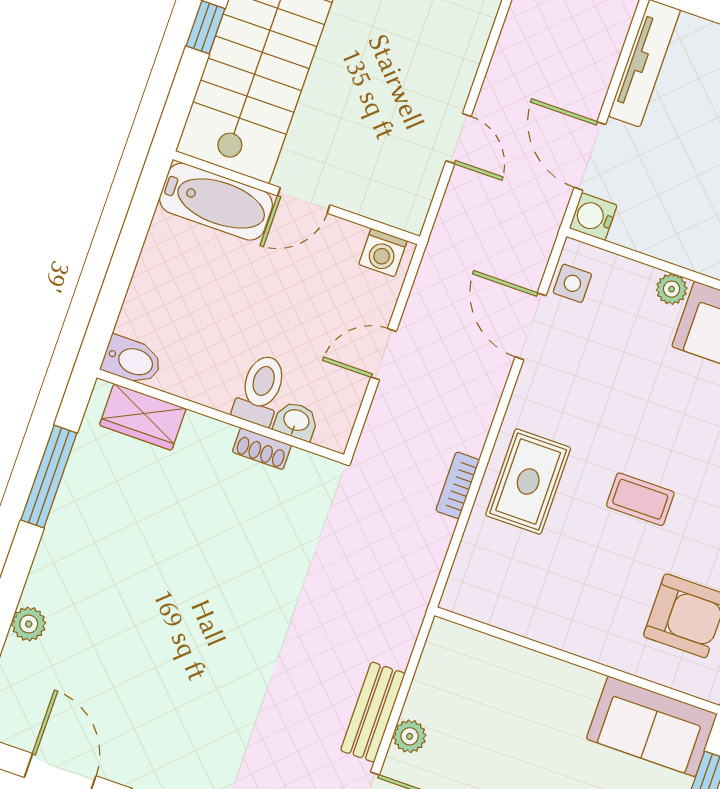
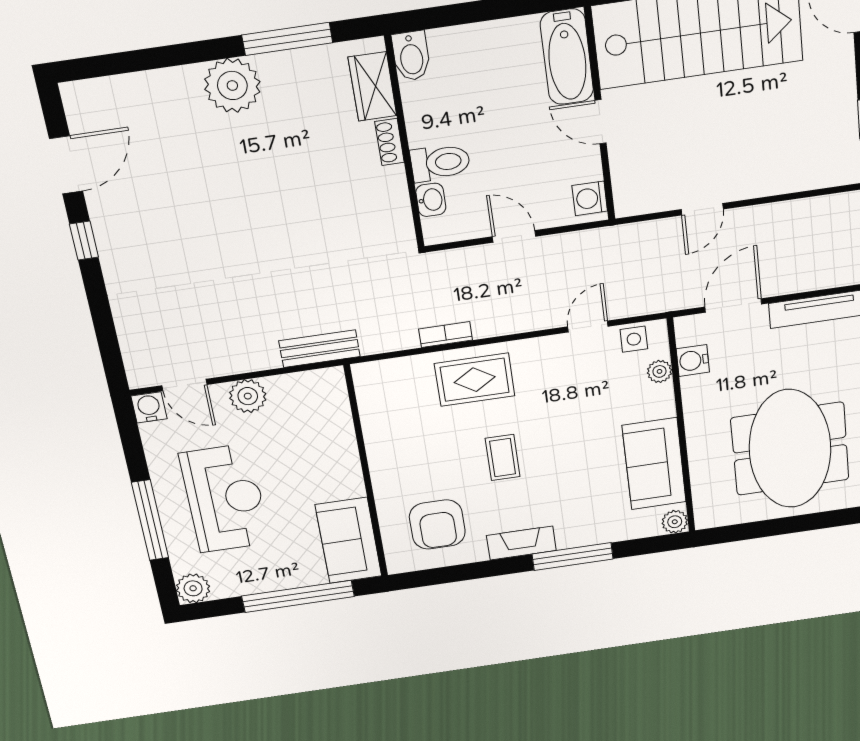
water cooler: (593, 217) -> (693, 360), moved, turned -90
plant: (672, 289) -> (659, 371), moved
door: (531, 326) -> (588, 327), width x0.73
shoe rack: (262, 449) -> (390, 142), moved
plant: (29, 624) -> (232, 85), moved, width x1.87, depth x1.87
bench: (373, 712) -> (319, 349), moved
plant: (410, 736) -> (248, 396), width x1.38, depth x1.38

